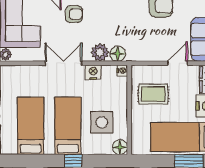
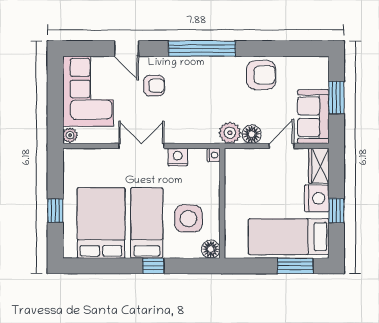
plant: (100, 53) -> (230, 133), moved
floor lamp: (118, 54) -> (252, 134), moved
rug: (153, 94) -> (252, 184), removed
bed: (31, 126) -> (101, 223), width x1.50

